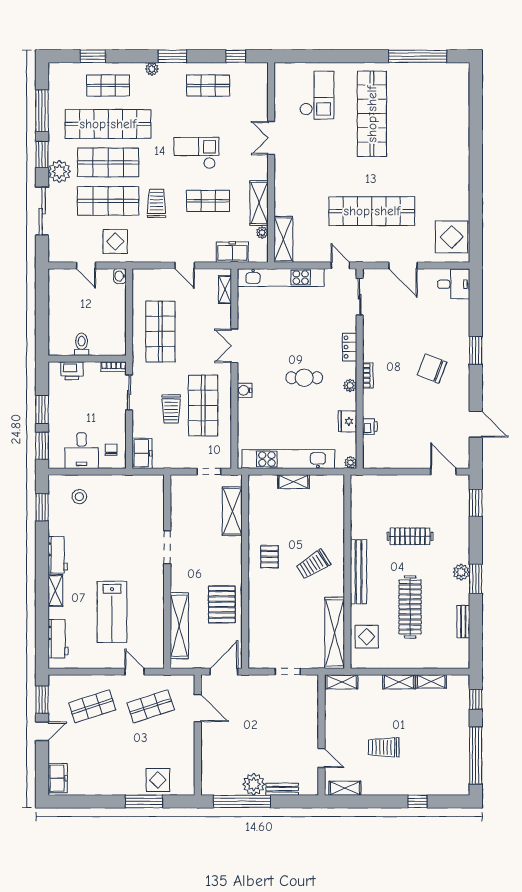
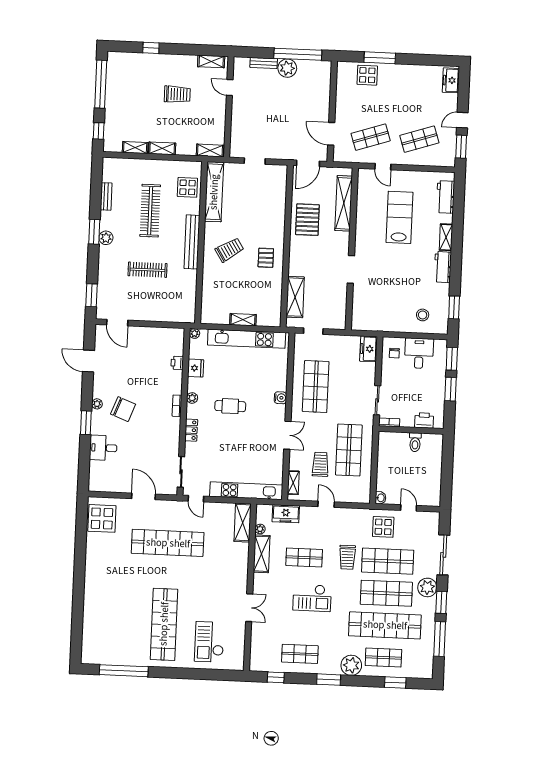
plant: (152, 69) -> (351, 665), width x1.88, depth x1.88
desk: (454, 284) -> (103, 448), moved
plant: (463, 373) -> (97, 404), added
trolley: (171, 409) -> (320, 464), moved

